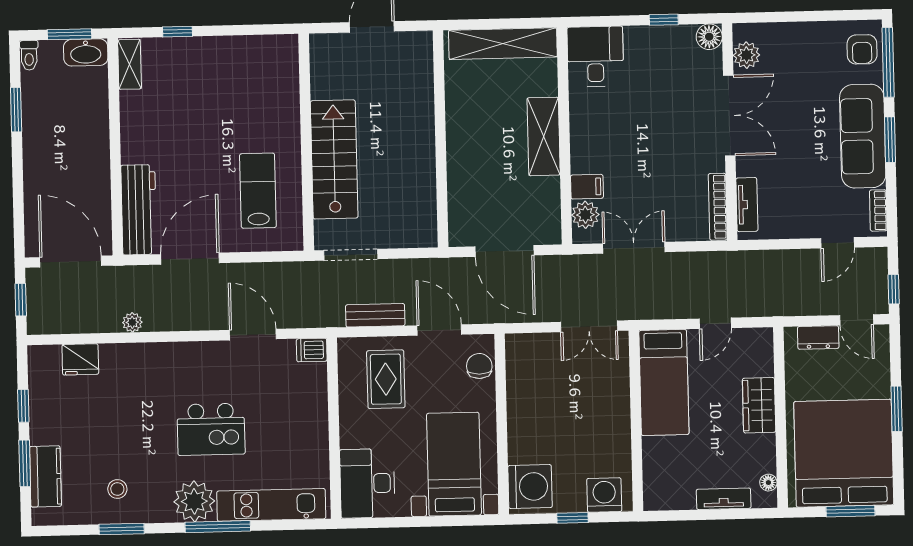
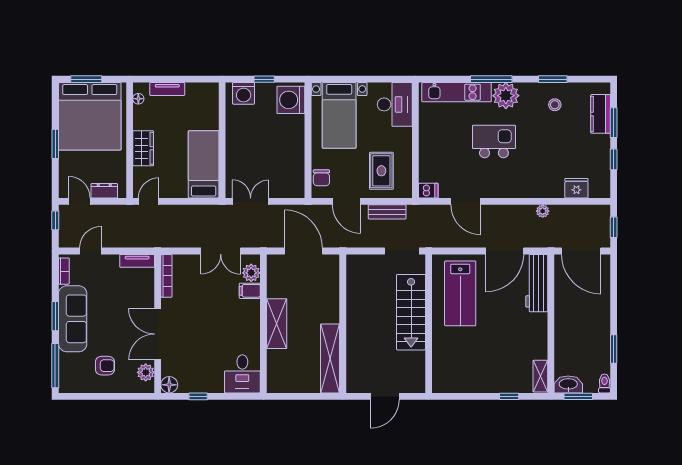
shelving: (503, 44) -> (330, 358), moved, turned 90
armchair: (862, 49) -> (105, 366), moved, turned 90
lab bench: (258, 191) -> (460, 293), width x1.36, depth x1.39
tv unit: (747, 205) -> (137, 261), moved, turned -90
door: (715, 323) -> (149, 201), moved

